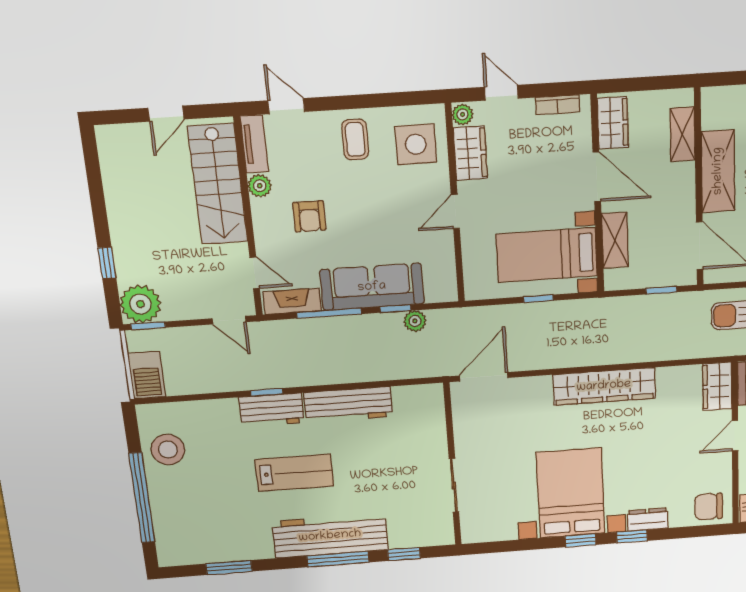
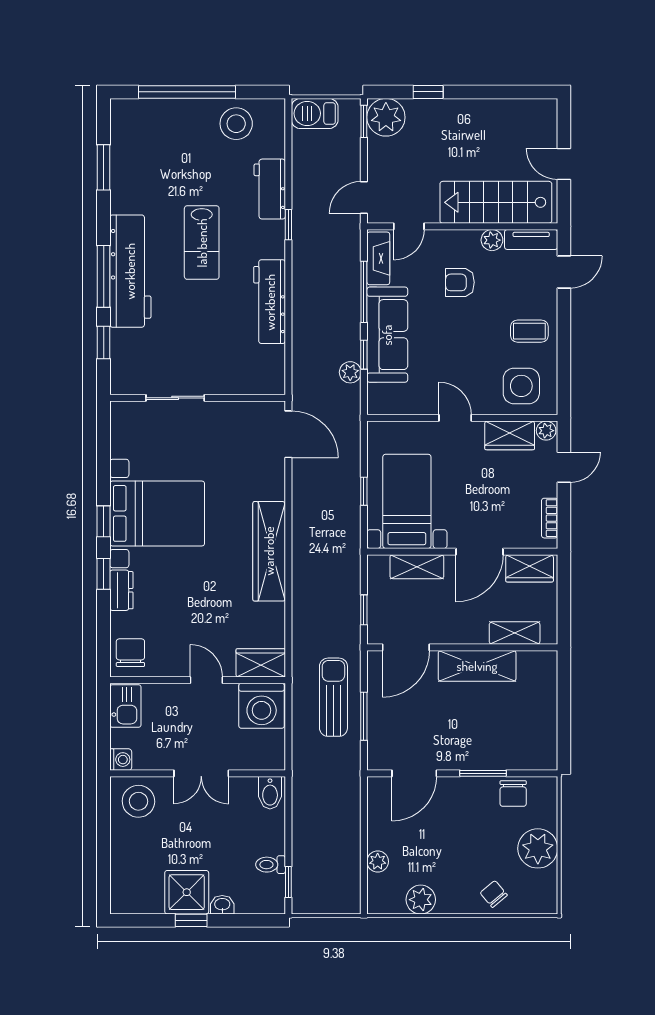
workbench: (272, 410) -> (270, 189), moved

